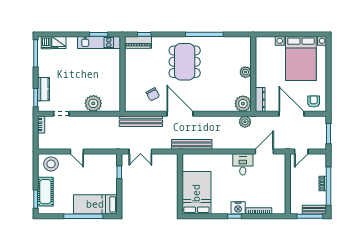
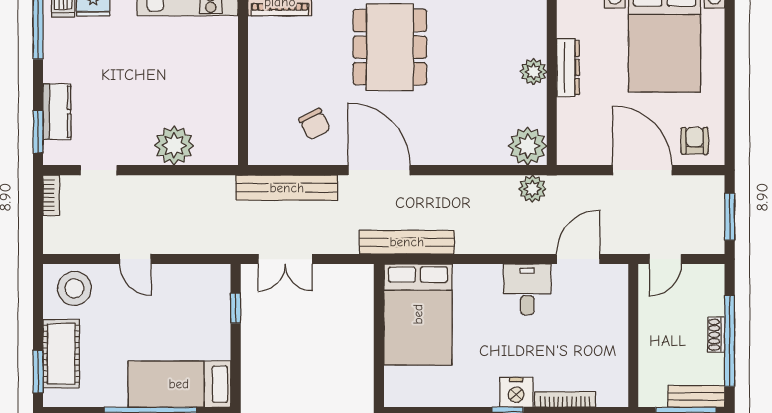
dresser: (260, 100) -> (568, 67), moved
bed: (196, 193) -> (418, 314), moved, turned 180

